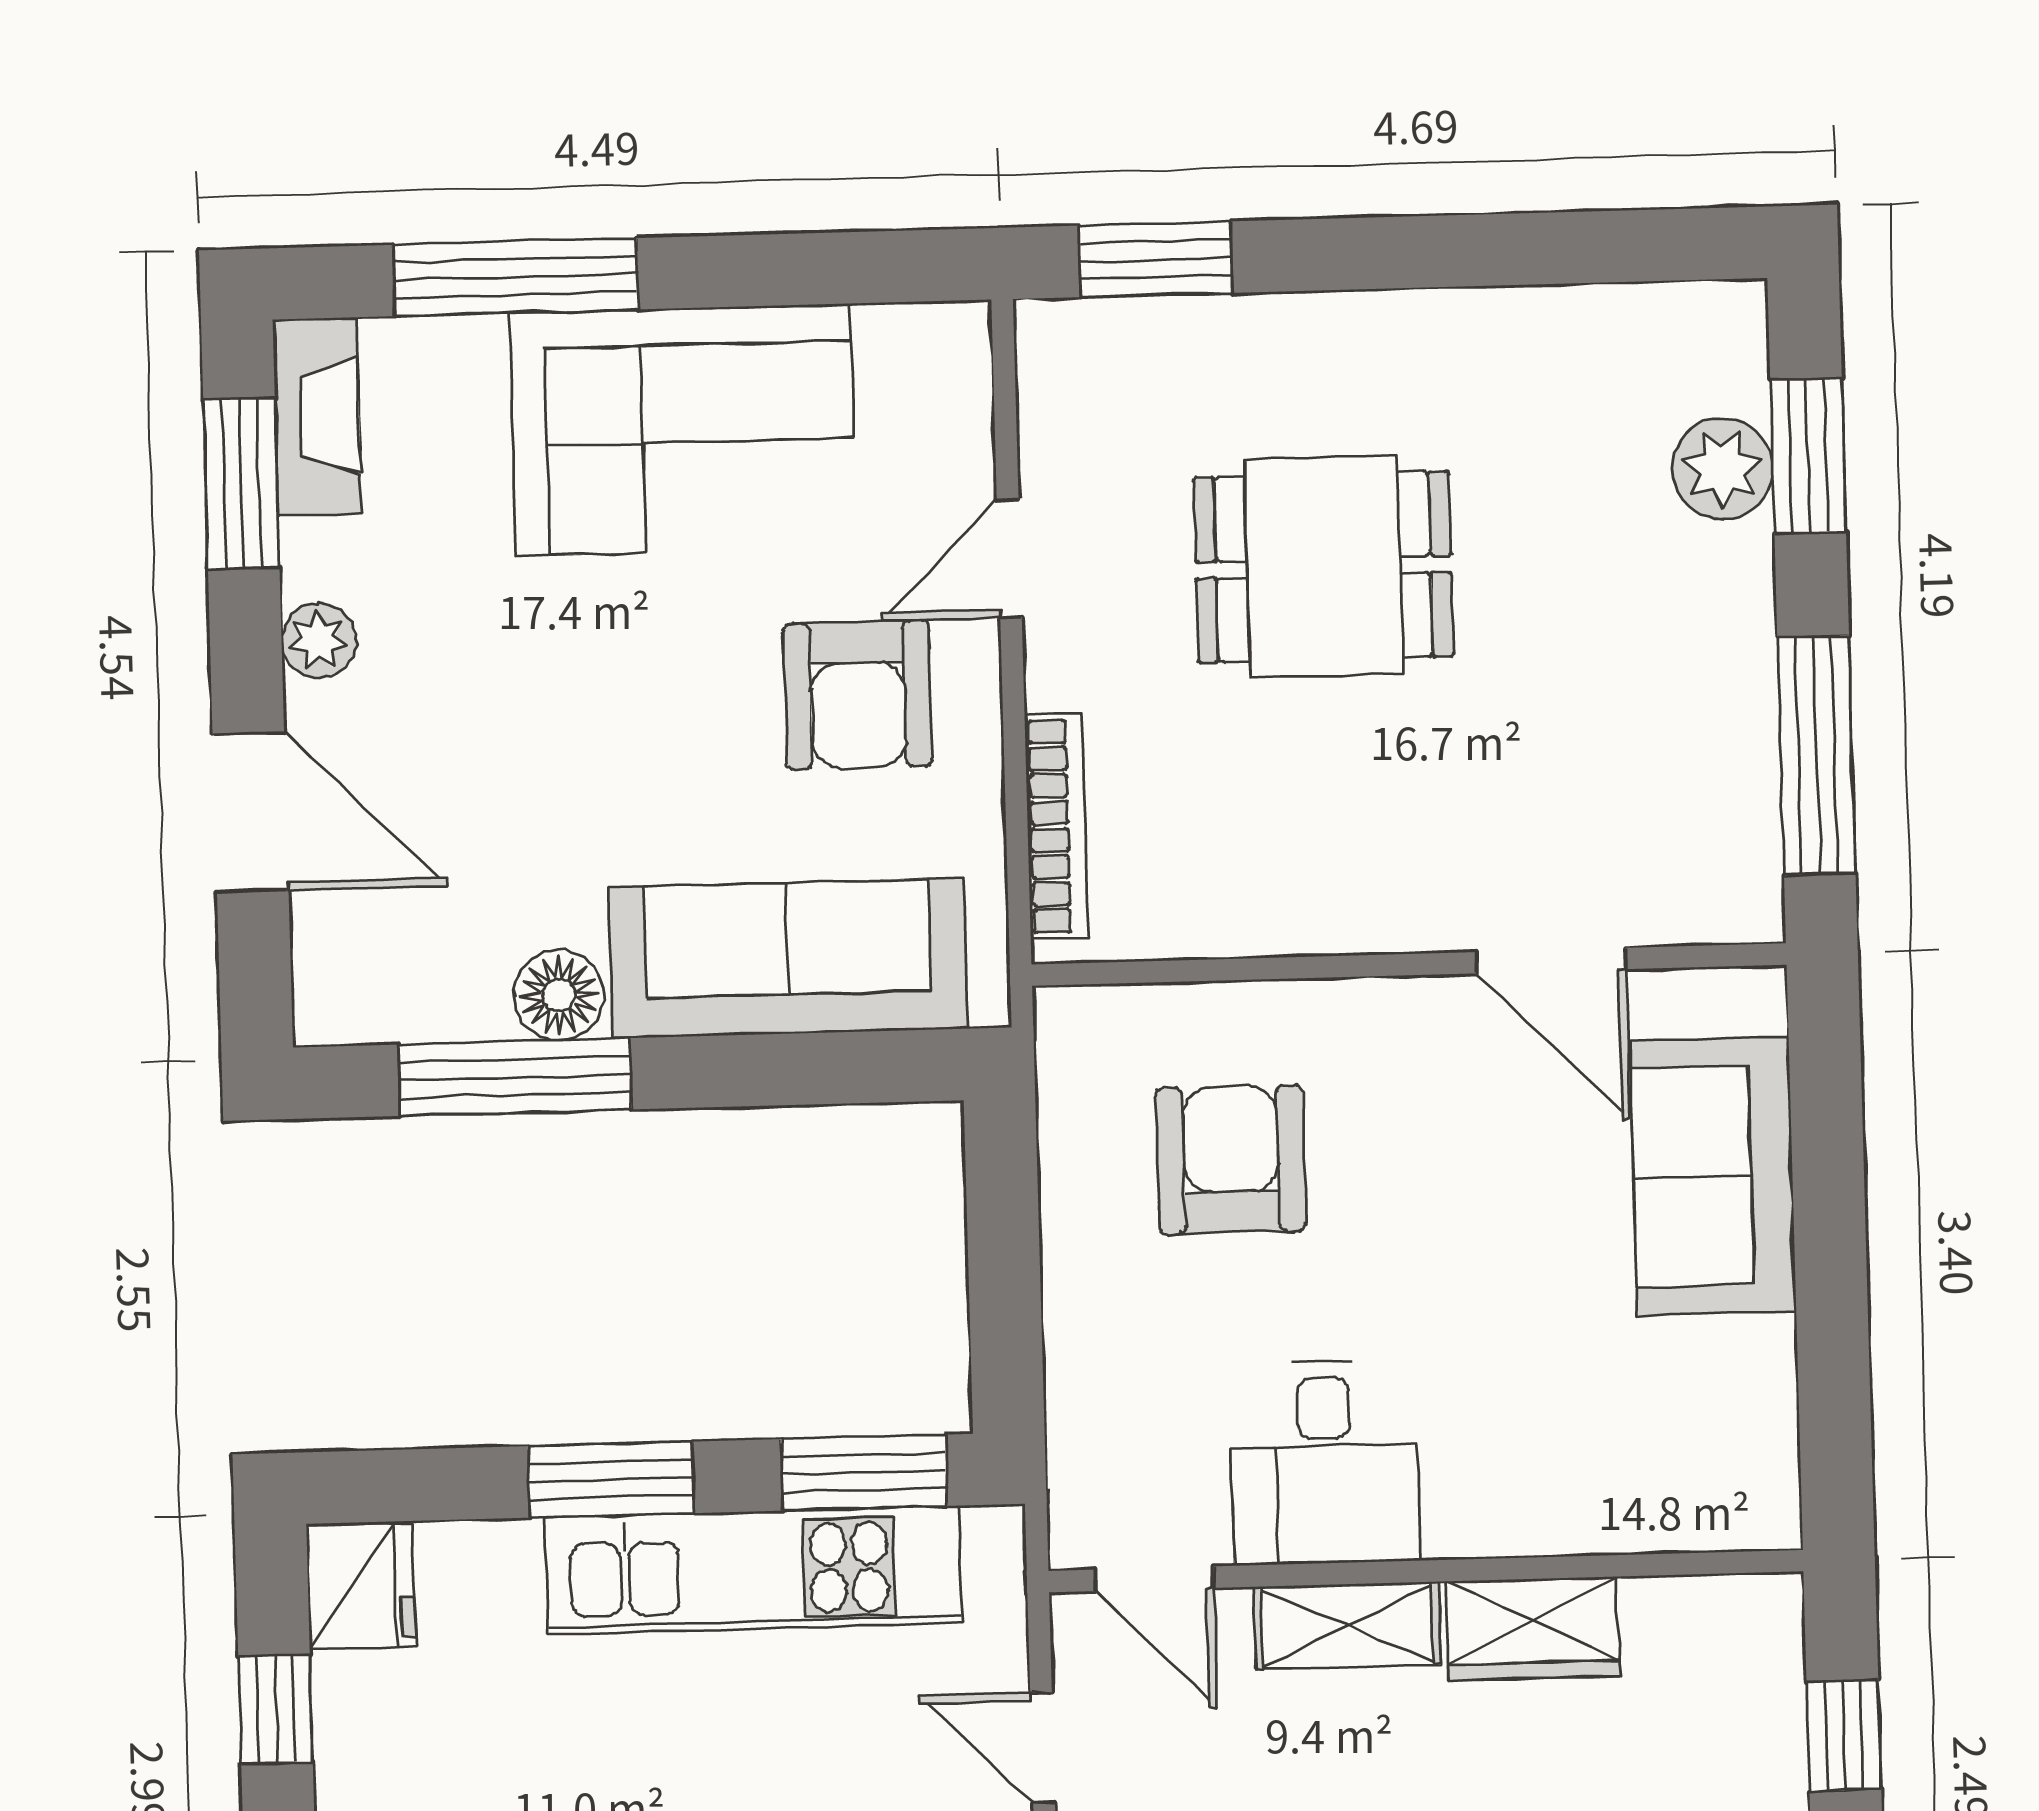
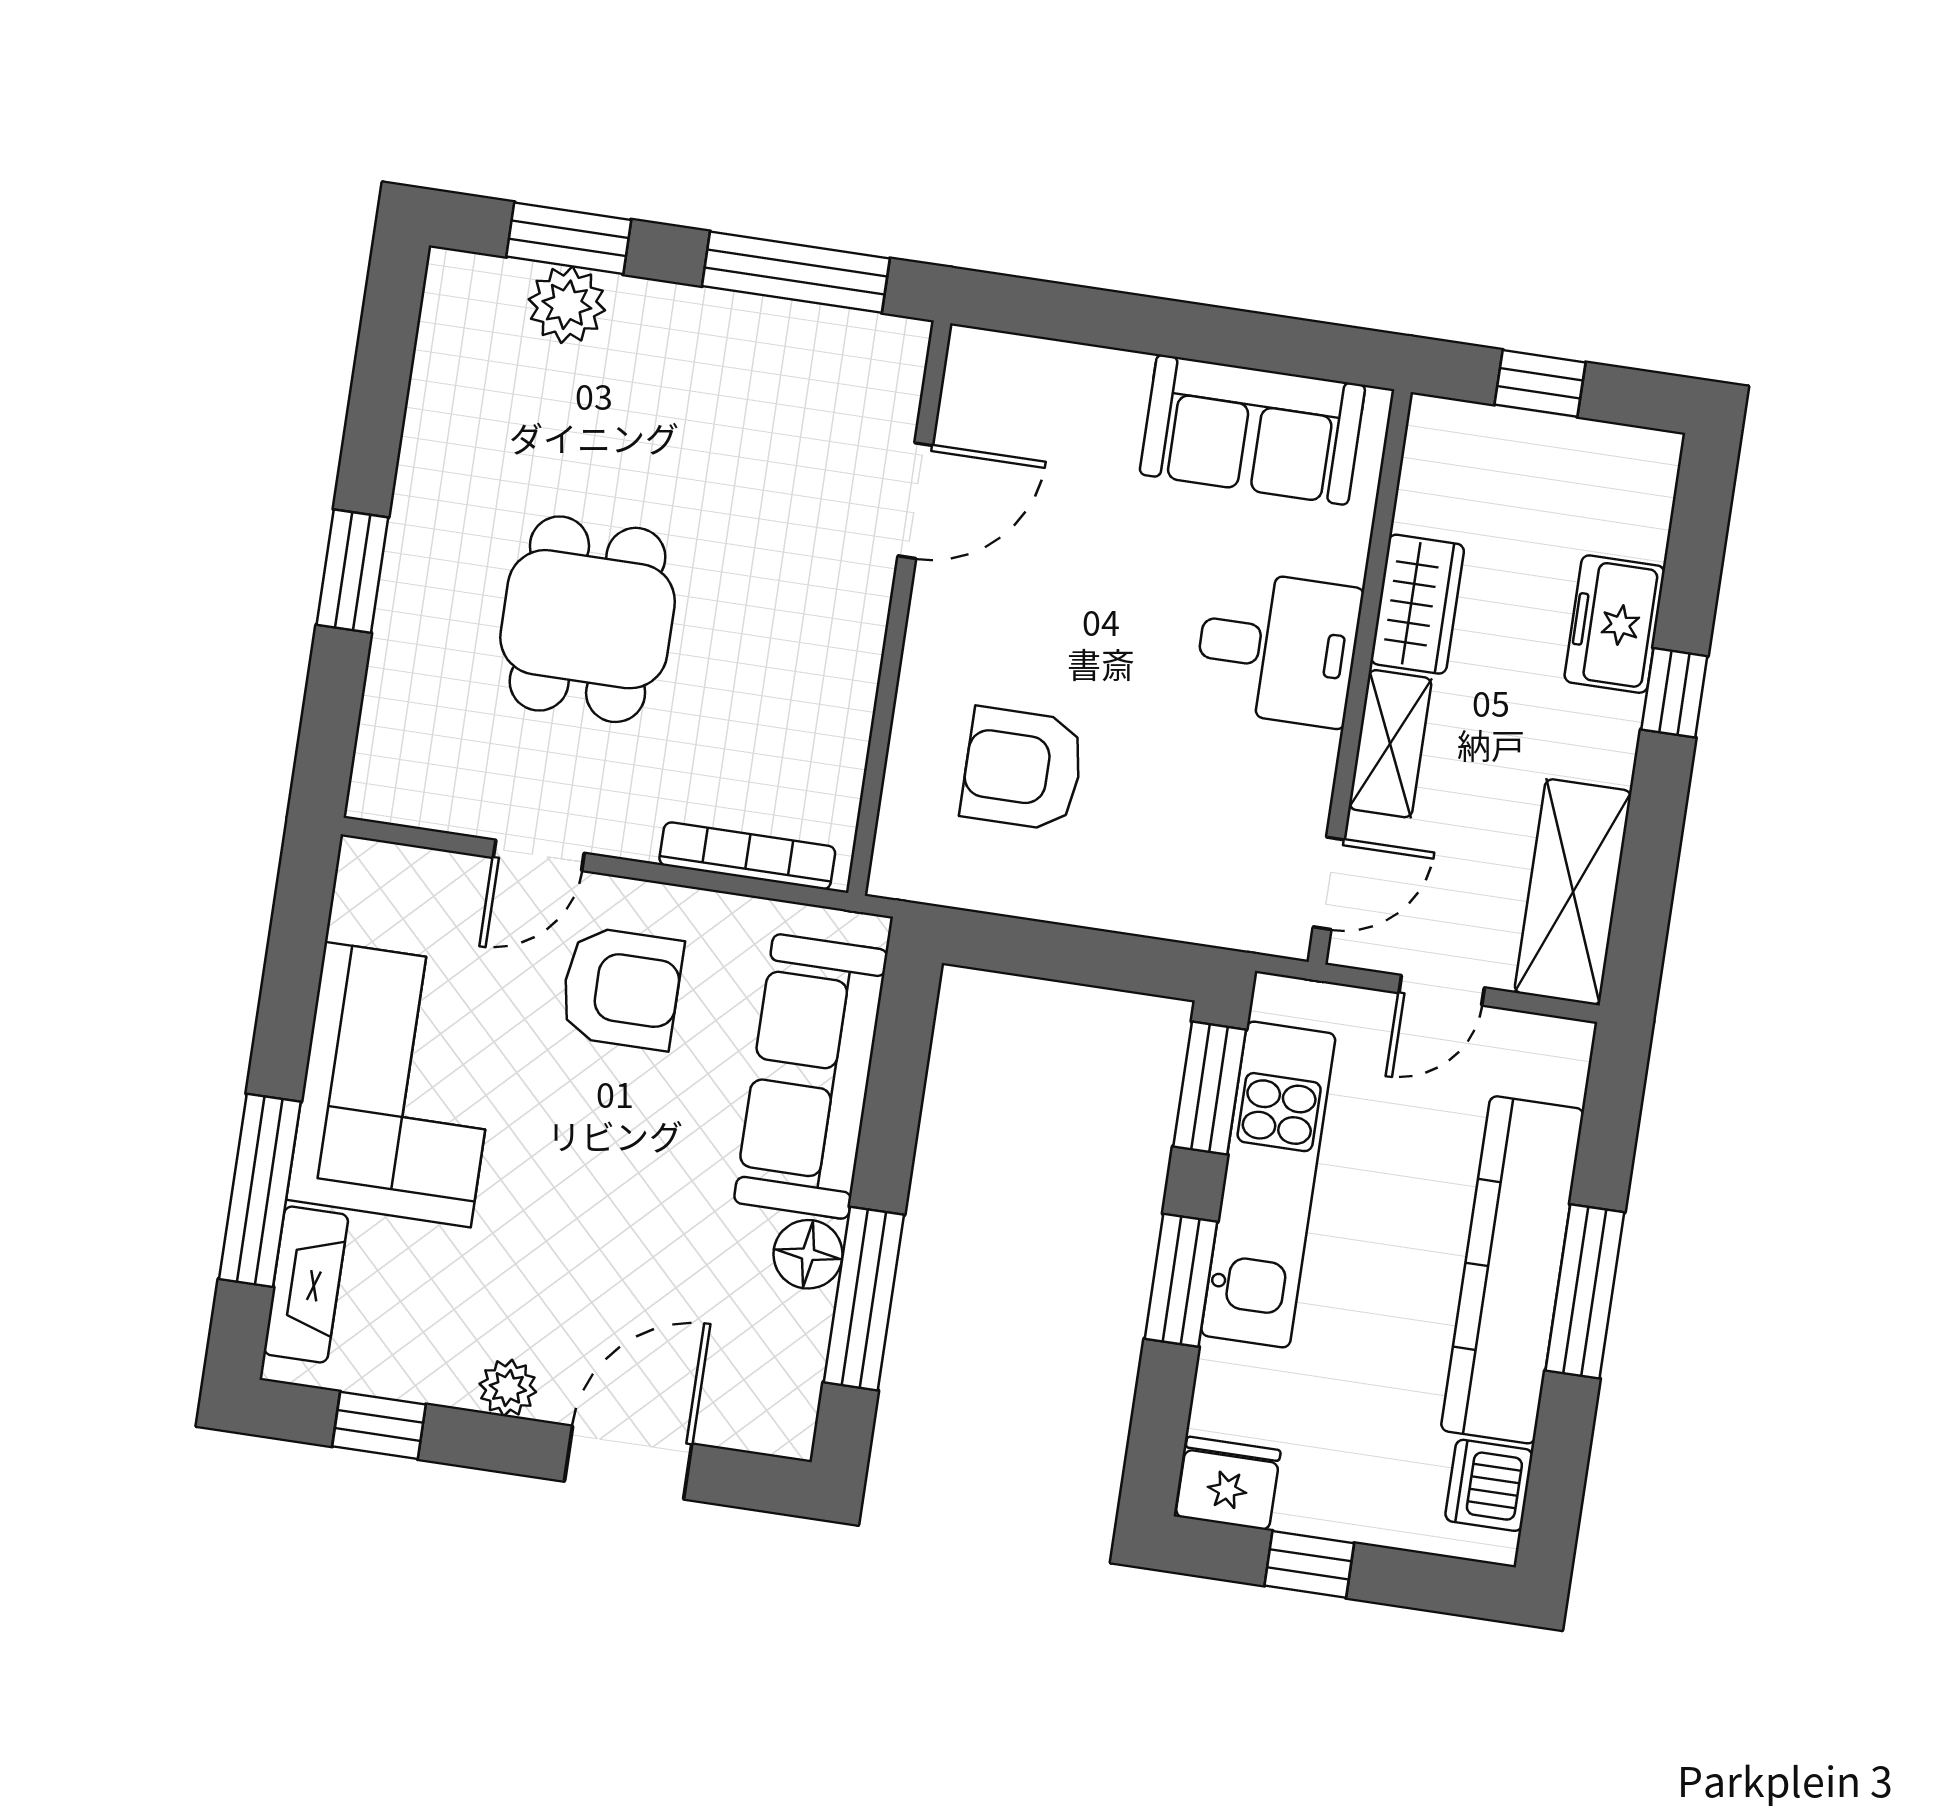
window: (1156, 259) -> (352, 571), moved
fireplace: (317, 416) -> (306, 1285), moved, turned 90
window: (241, 484) -> (379, 1425), width x0.67
door: (1009, 558) -> (539, 855), hinge flipped
sofa: (1713, 1176) -> (1252, 430), moved
desk: (1325, 1463) -> (1278, 648), moved

